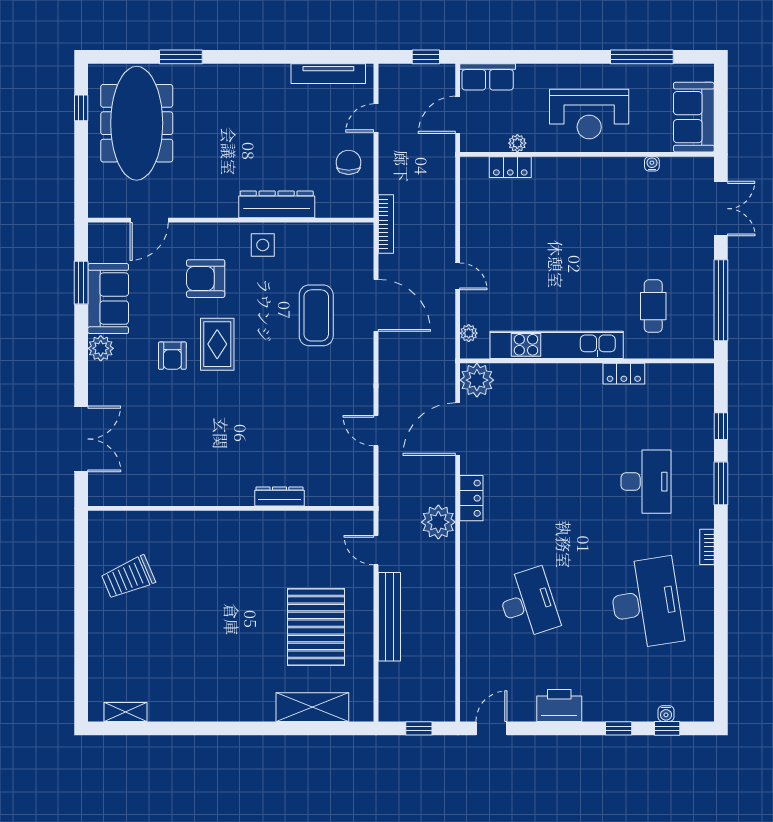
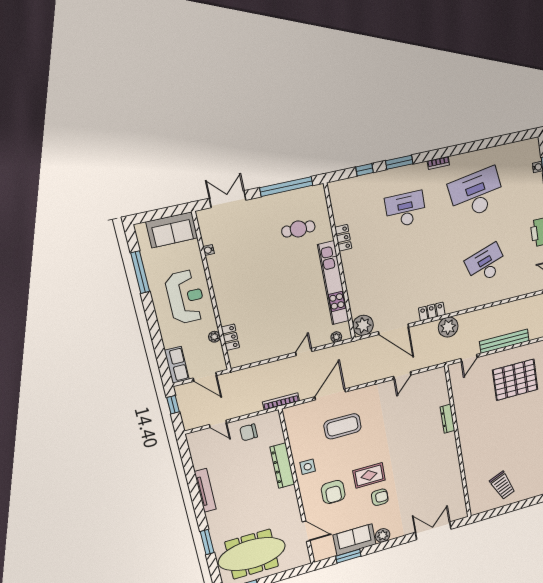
tv unit: (328, 74) -> (205, 490), moved

